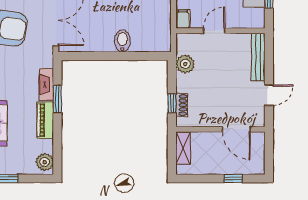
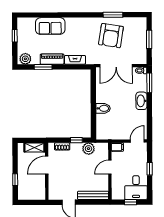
door: (214, 31) -> (110, 167), swing flipped
window: (57, 99) -> (43, 67), moved
window: (172, 103) -> (76, 140), moved
door: (236, 129) -> (47, 165), moved

